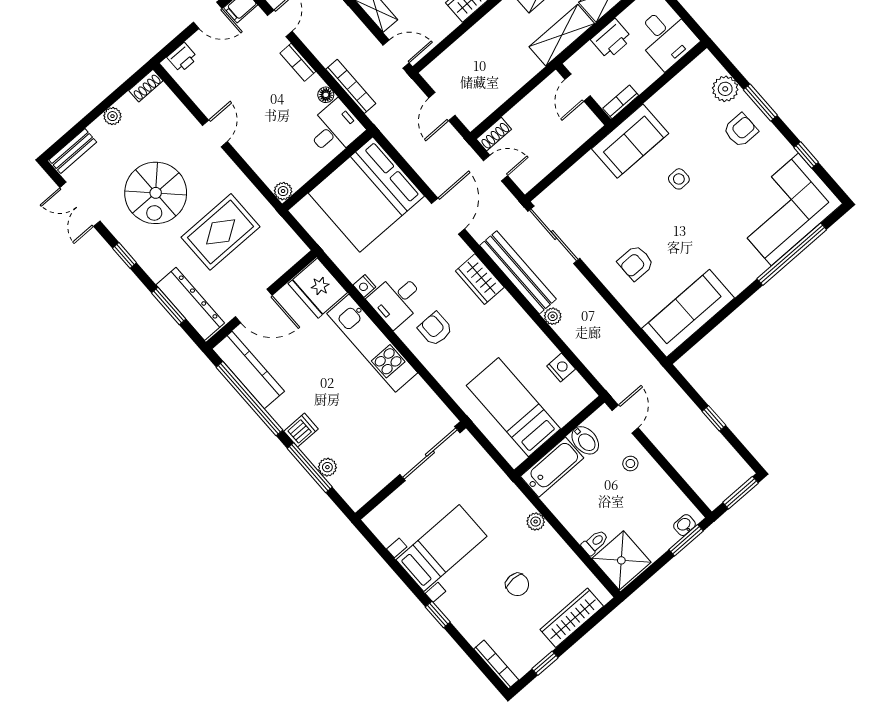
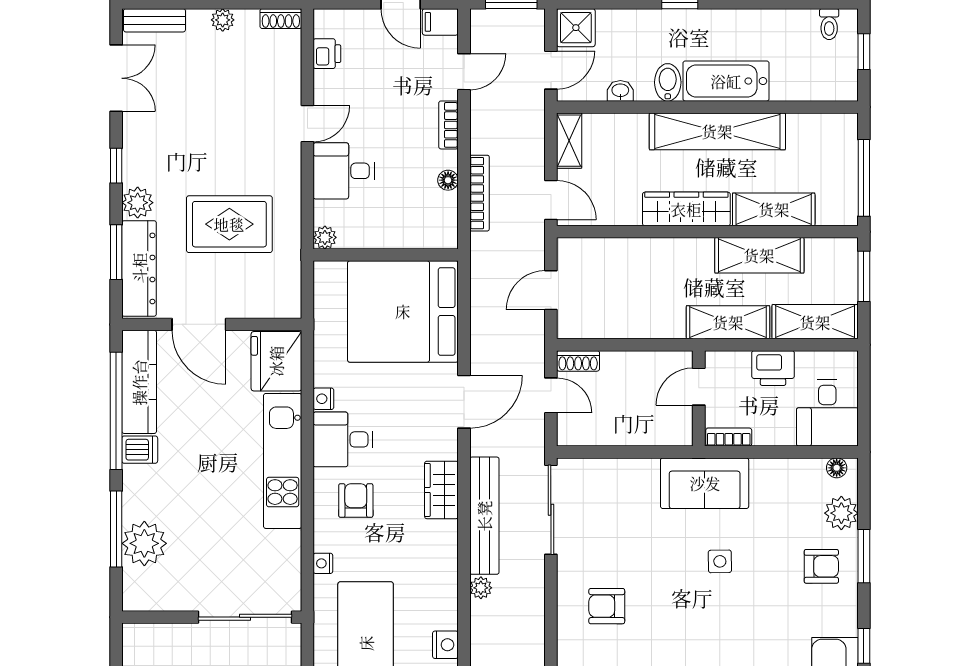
printer: (182, 58) -> (327, 54), moved, turned -90
floor lamp: (699, 65) -> (837, 468), added
desk: (335, 129) -> (344, 171), moved, turned 180
spiral stairs: (156, 193) -> (199, 131), removed
double door: (80, 204) -> (116, 78), swing flipped
plant: (156, 266) -> (138, 203), added
nightstand: (448, 382) -> (323, 563), added
dishwasher: (301, 430) -> (140, 450), moved
plant: (327, 467) -> (144, 543), width x1.88, depth x1.88

